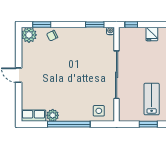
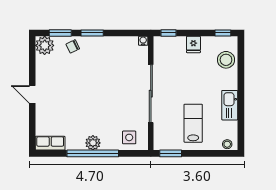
window: (95, 25) -> (92, 33), moved
plant: (53, 115) -> (93, 143), moved
window: (148, 124) -> (171, 153), moved

